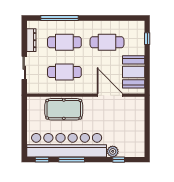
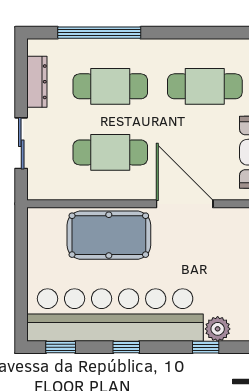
door: (110, 95) -> (185, 204), moved
window: (72, 160) -> (126, 347), width x0.46
window: (119, 160) -> (206, 347), moved

